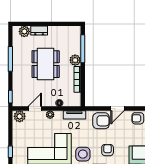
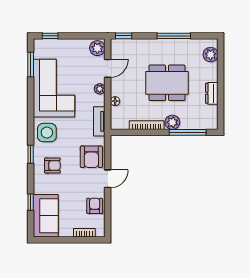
dresser: (39, 31) -> (212, 93), moved
door: (35, 109) -> (108, 68), hinge flipped
door: (118, 109) -> (108, 179), swing flipped

